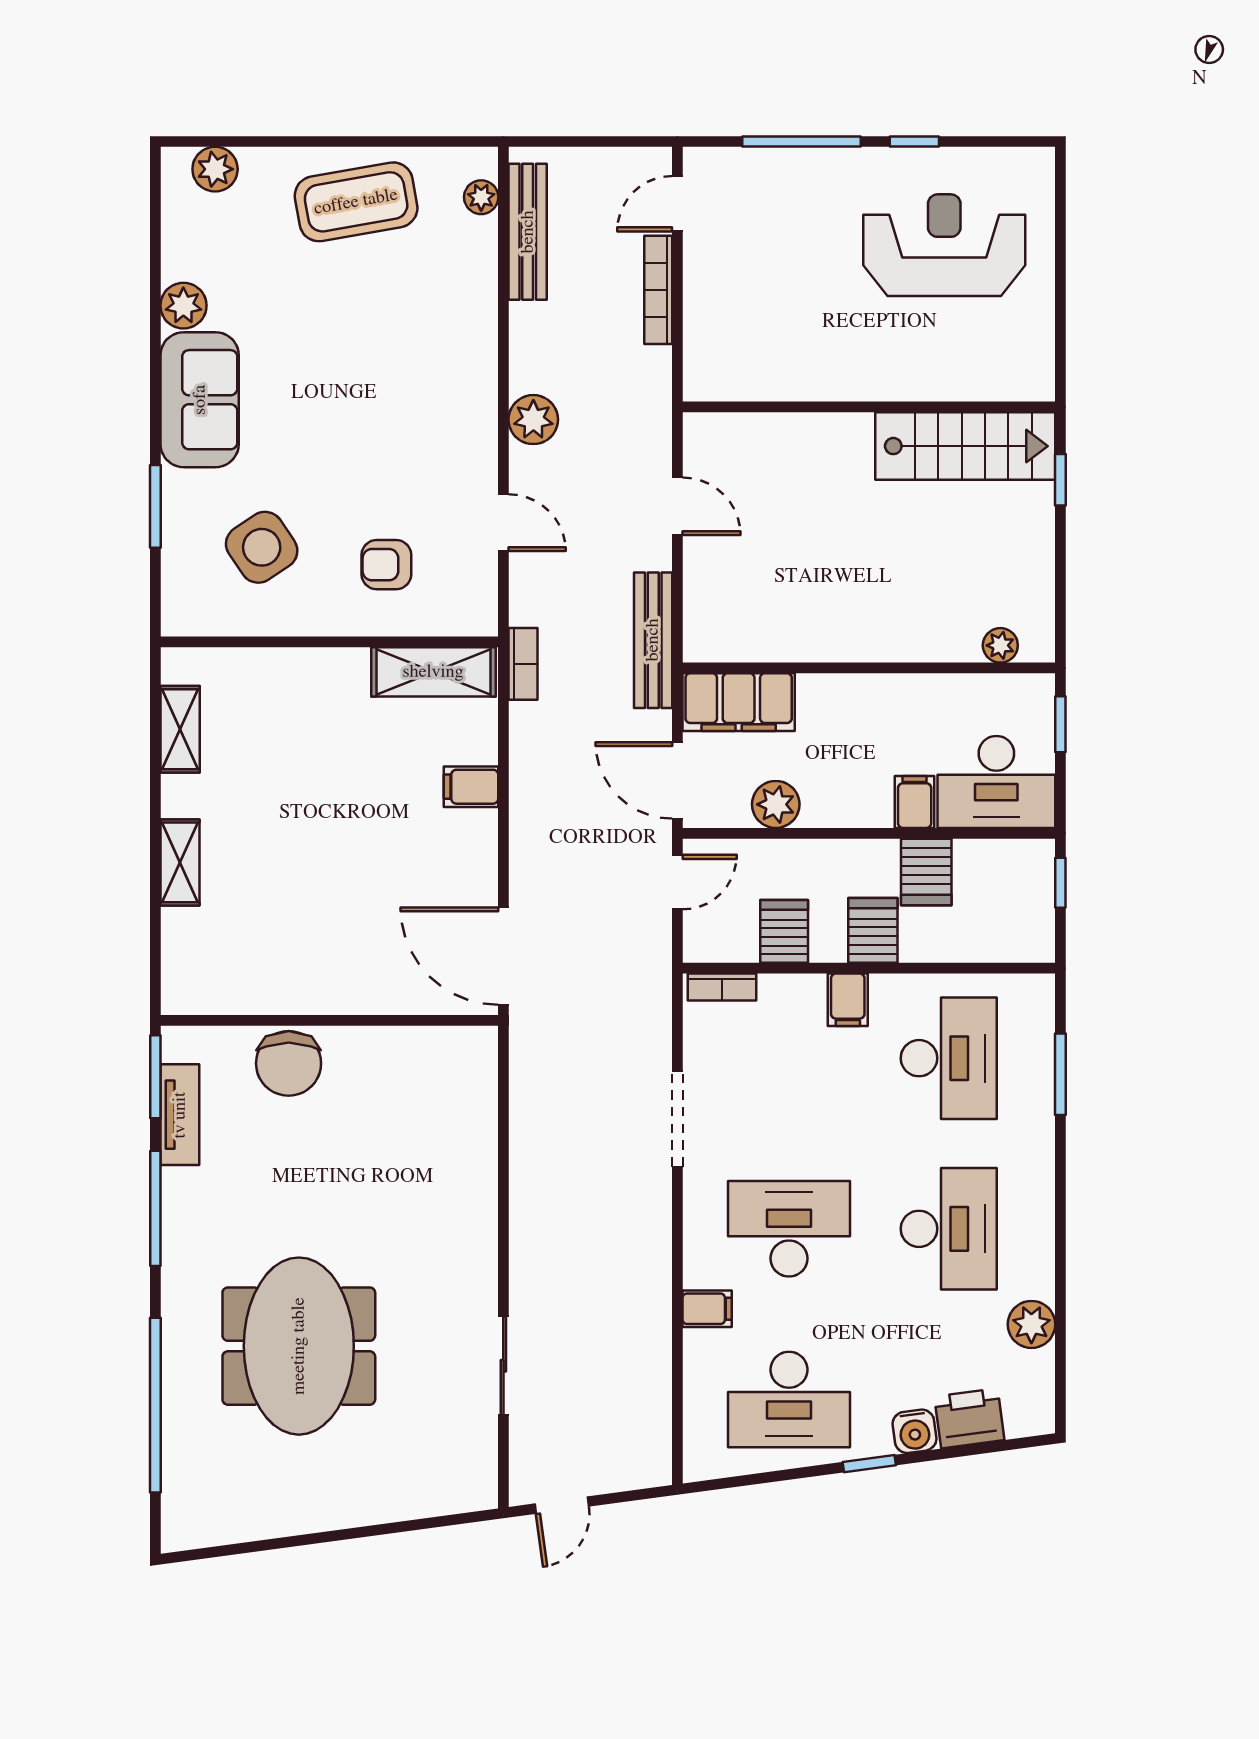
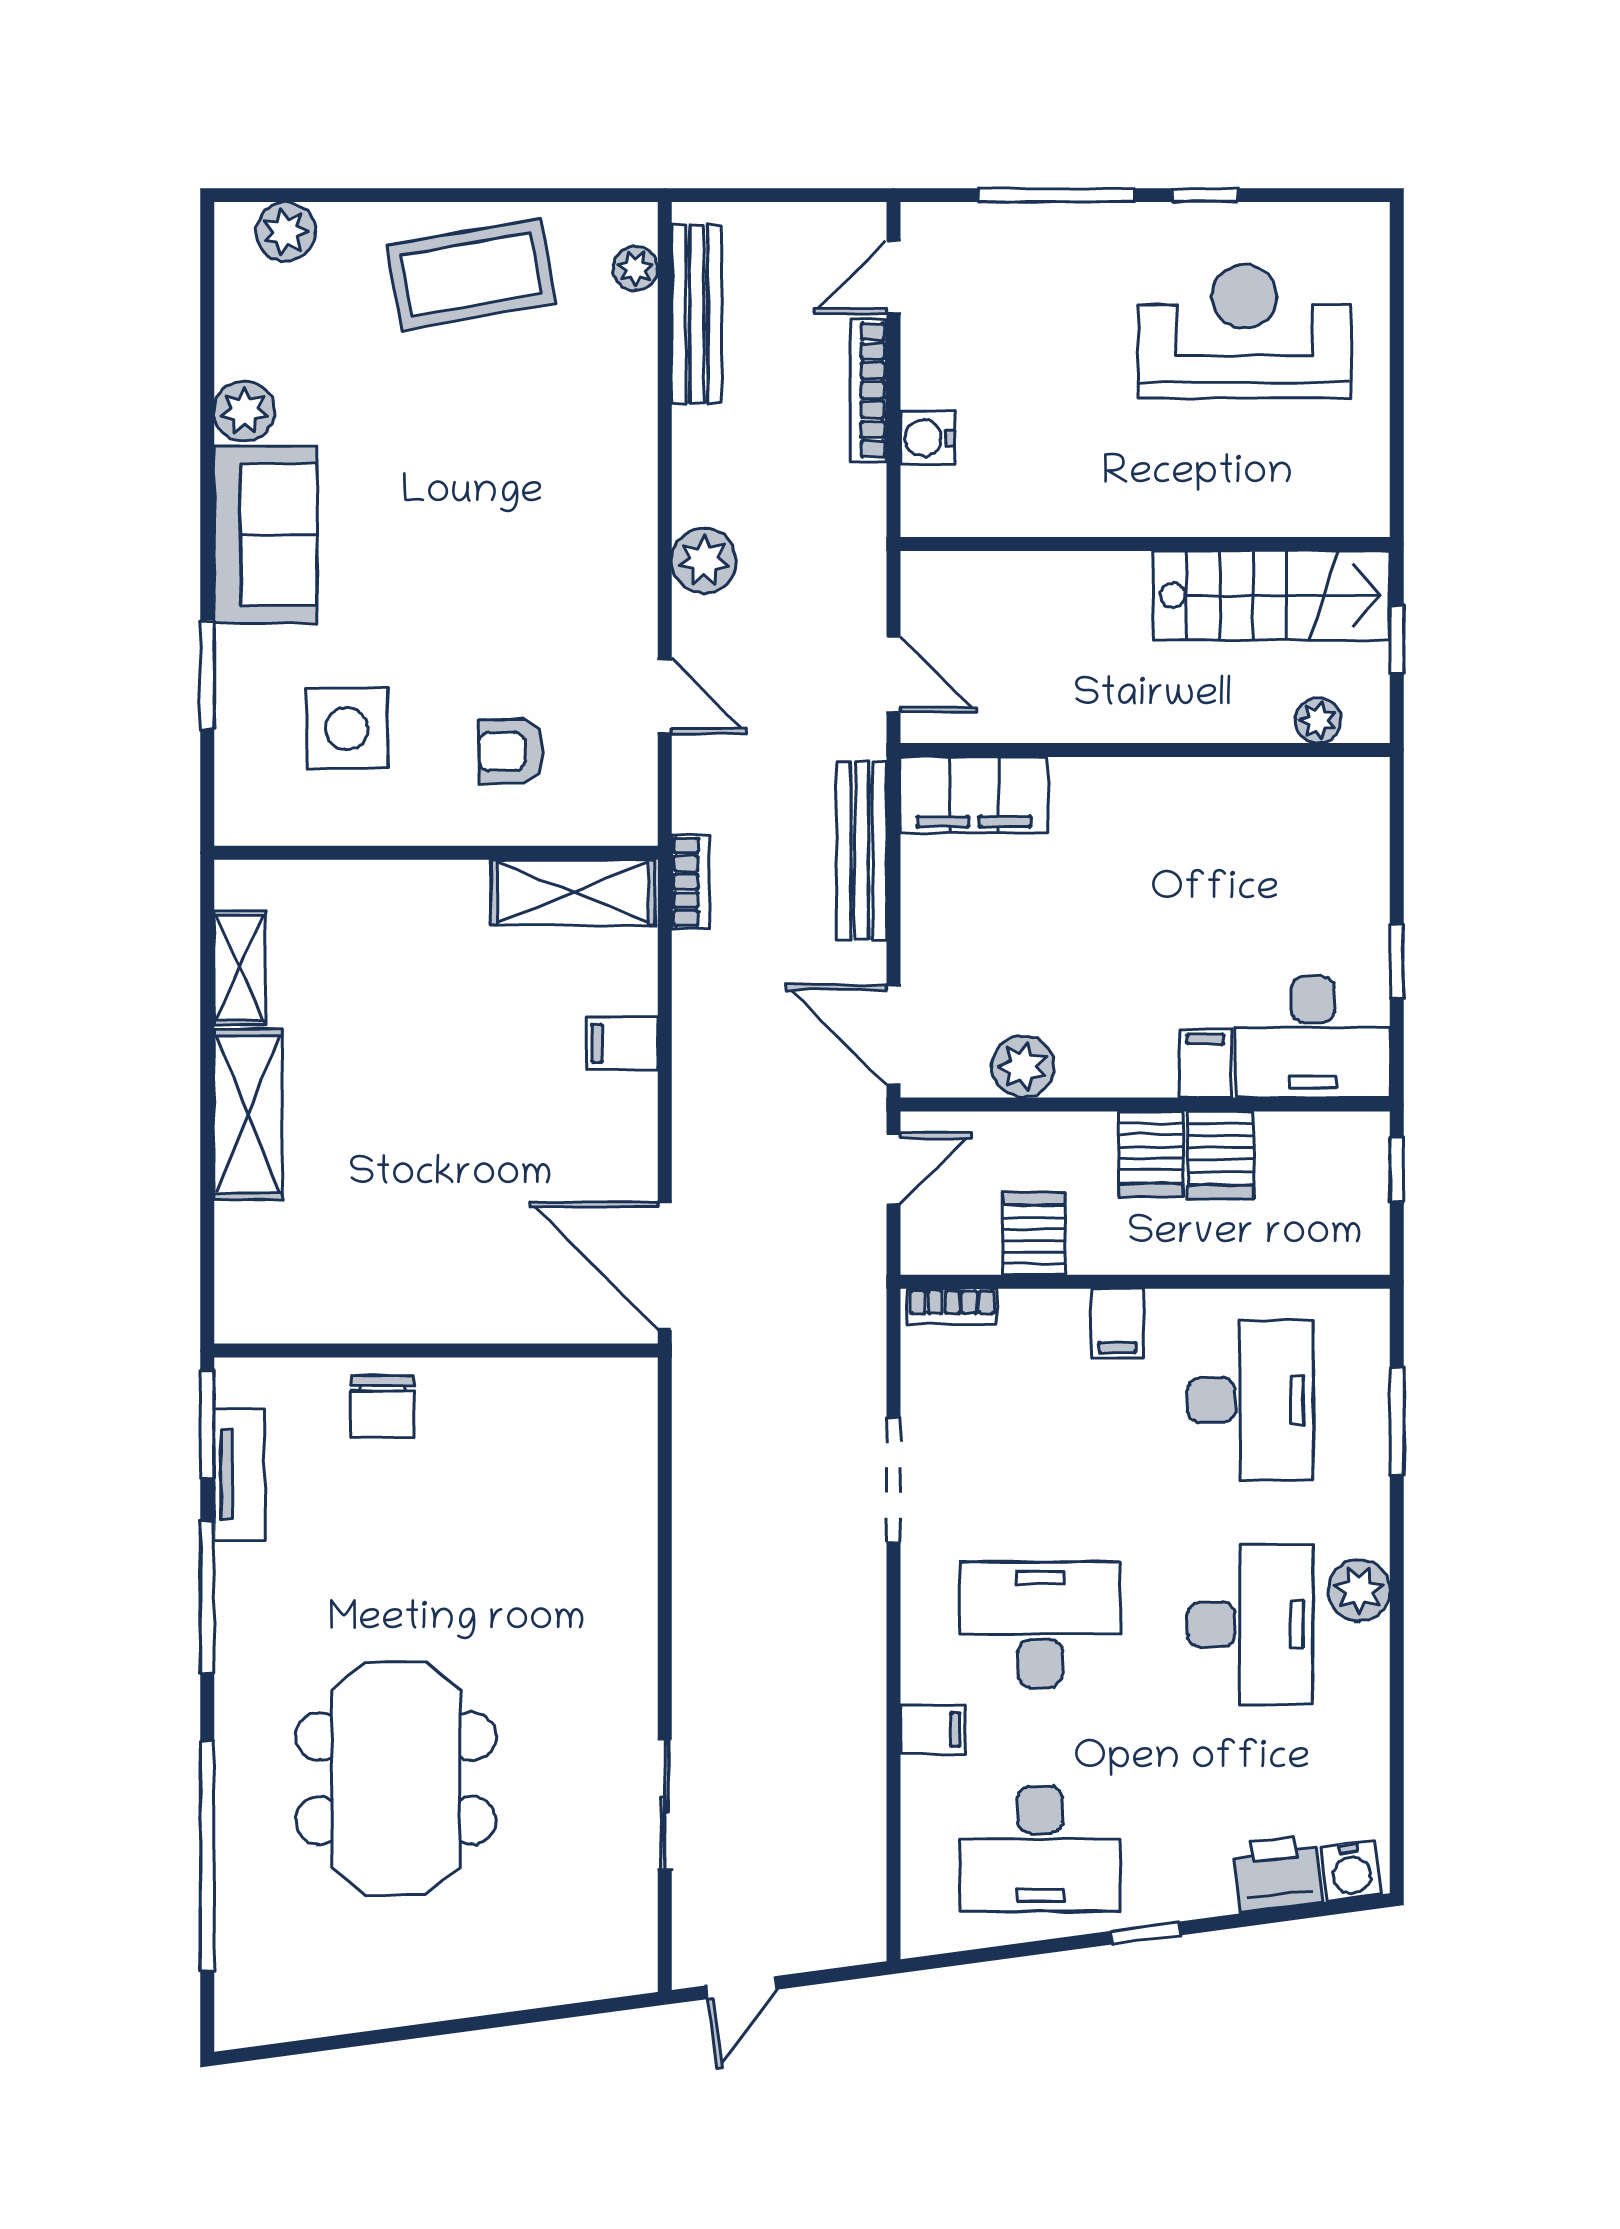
water cooler: (703, 326) -> (927, 438), added
side table: (262, 547) -> (347, 729), turned 34
plant: (1000, 645) -> (1318, 720), moved
wall: (869, 668) -> (1145, 750), moved
filing cabinet: (739, 702) -> (974, 795), moved
shelving: (180, 862) -> (248, 1114), width x1.50, depth x1.33
server rack: (873, 930) -> (1151, 1154), moved, turned 180
chair: (289, 1063) -> (382, 1407), width x0.73, depth x0.73
plant: (1031, 1324) -> (1359, 1590), moved
water cooler: (914, 1431) -> (1351, 1871), moved

